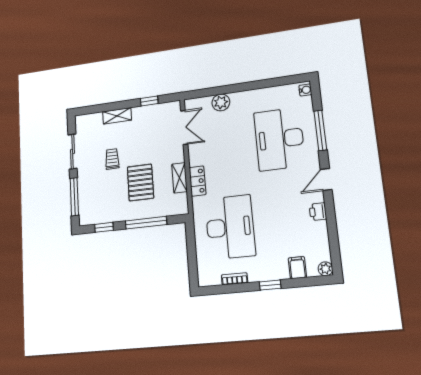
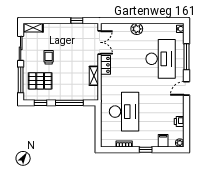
plant: (221, 102) -> (137, 29), moved
shelving: (117, 116) -> (33, 28), moved
desk: (279, 139) -> (161, 59), turned 180
locker: (197, 181) -> (106, 65), moved
pallet: (140, 182) -> (40, 81), moved, turned 90
printer: (318, 212) -> (179, 122), moved

